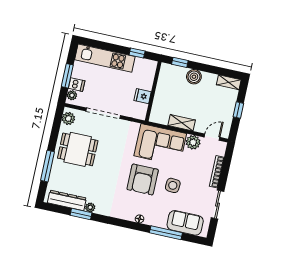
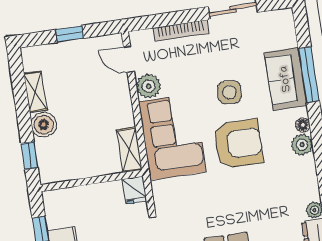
shelving: (229, 82) -> (35, 92), moved
fridge: (143, 96) -> (134, 190), moved
shelving: (182, 123) -> (129, 150), moved
plant: (129, 214) -> (302, 145), added
sofa: (185, 223) -> (286, 79), moved

